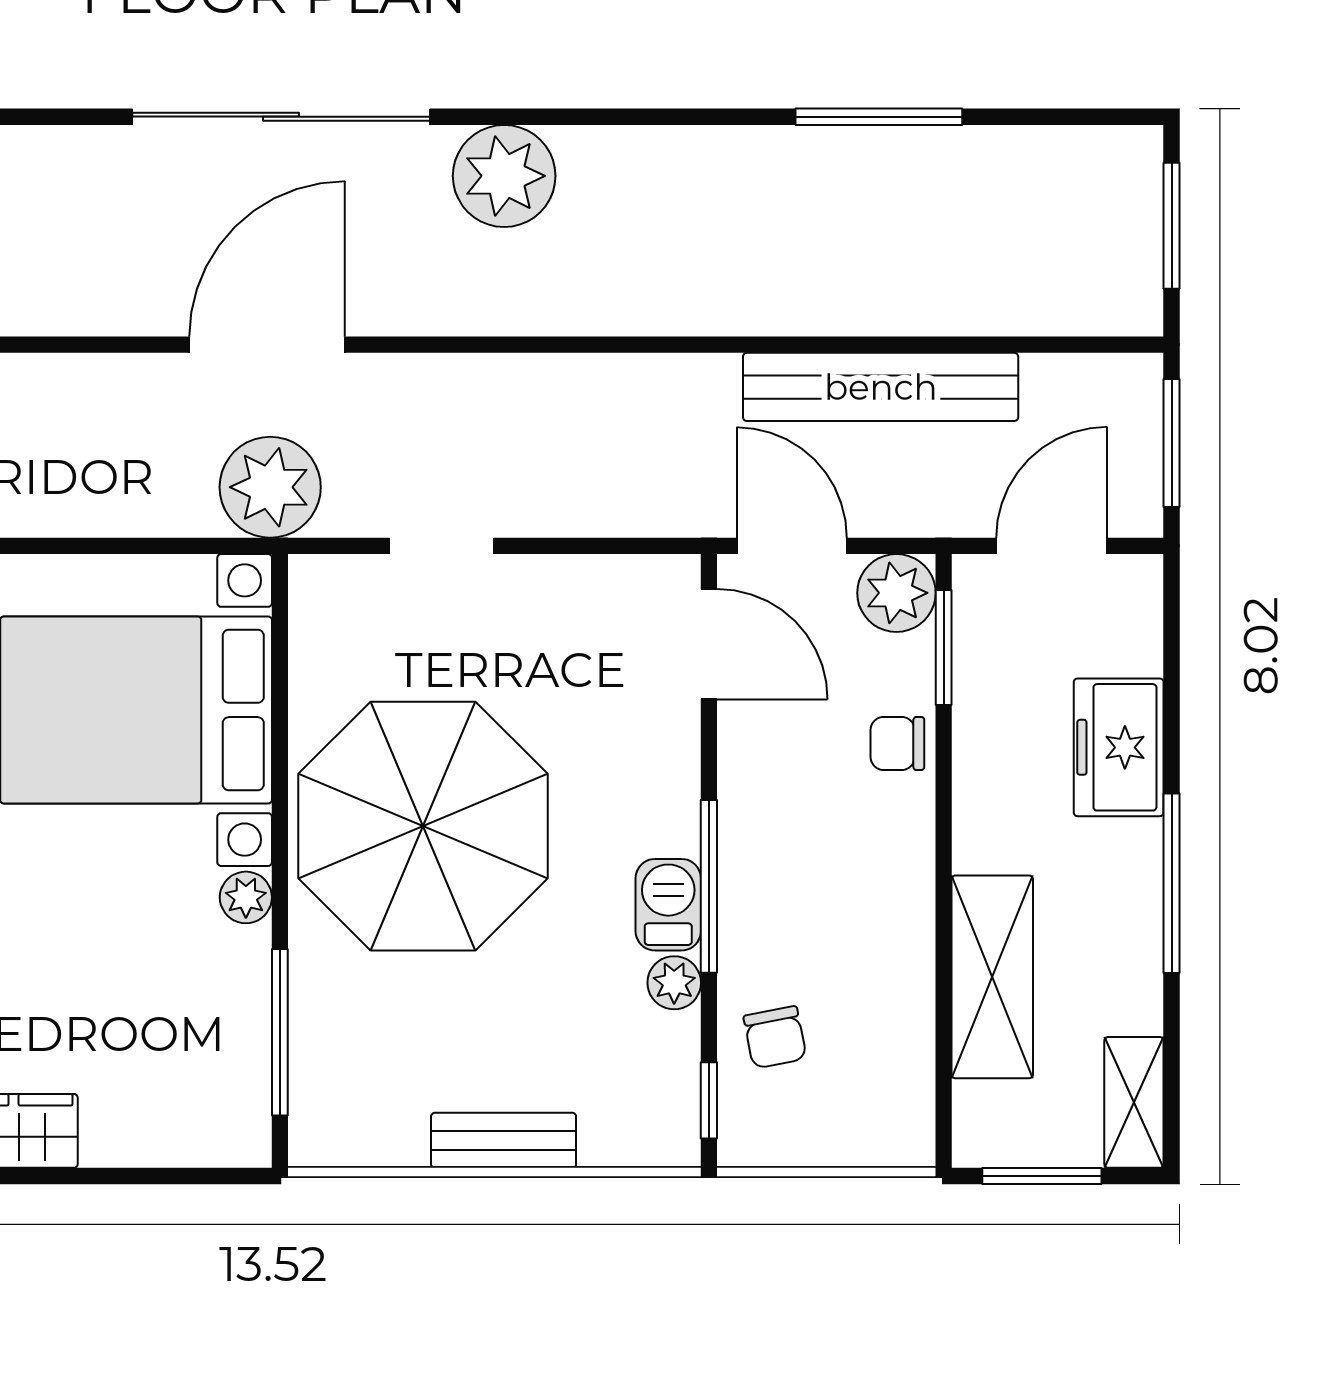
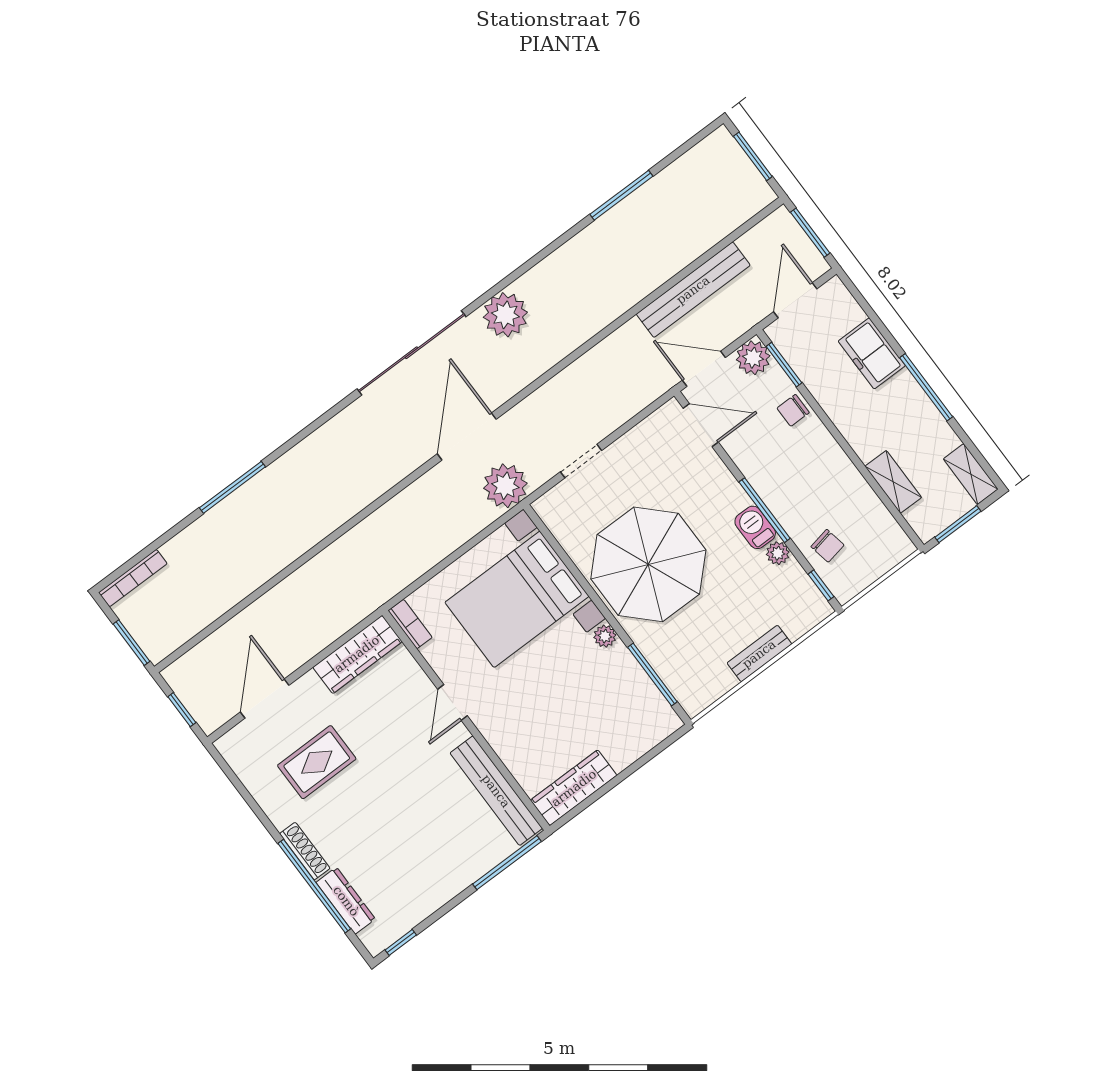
shelving: (992, 977) -> (893, 482), width x0.67, depth x0.75

